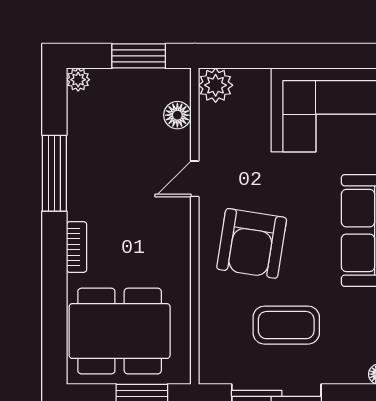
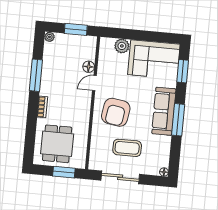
plant: (216, 85) -> (122, 46), moved
floor lamp: (177, 115) -> (89, 67), moved
dining table: (120, 331) -> (57, 144), width x0.73

